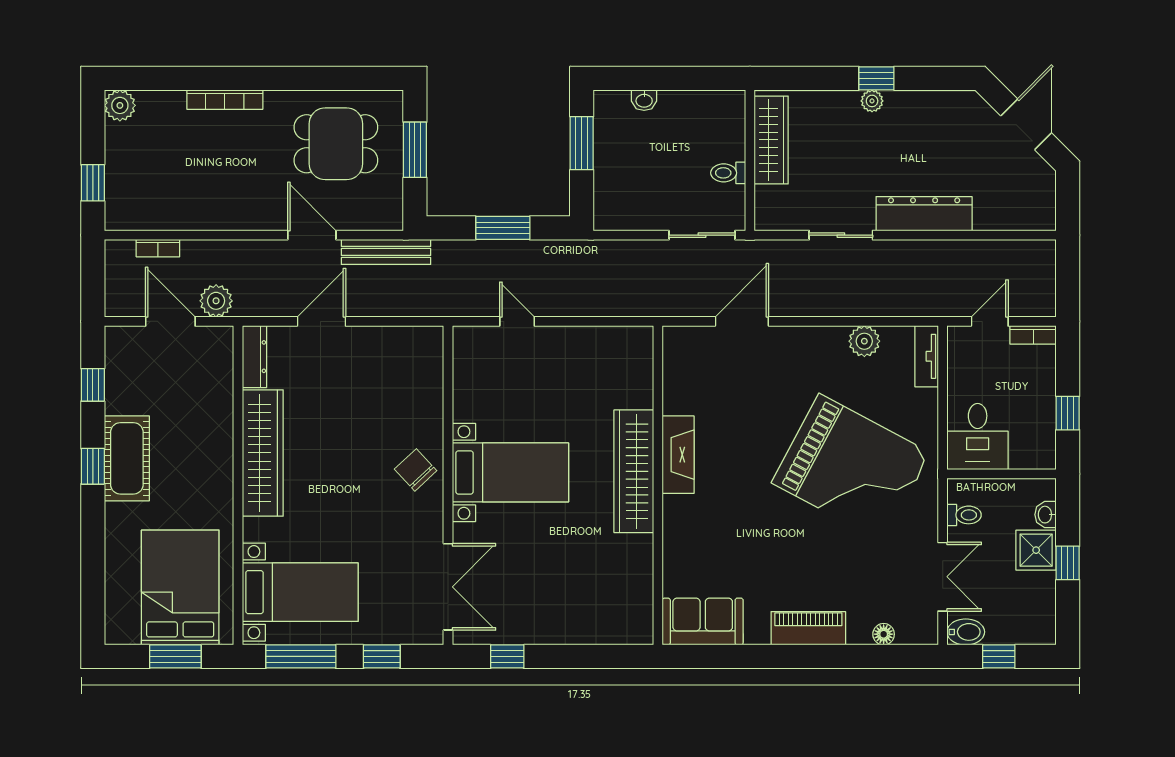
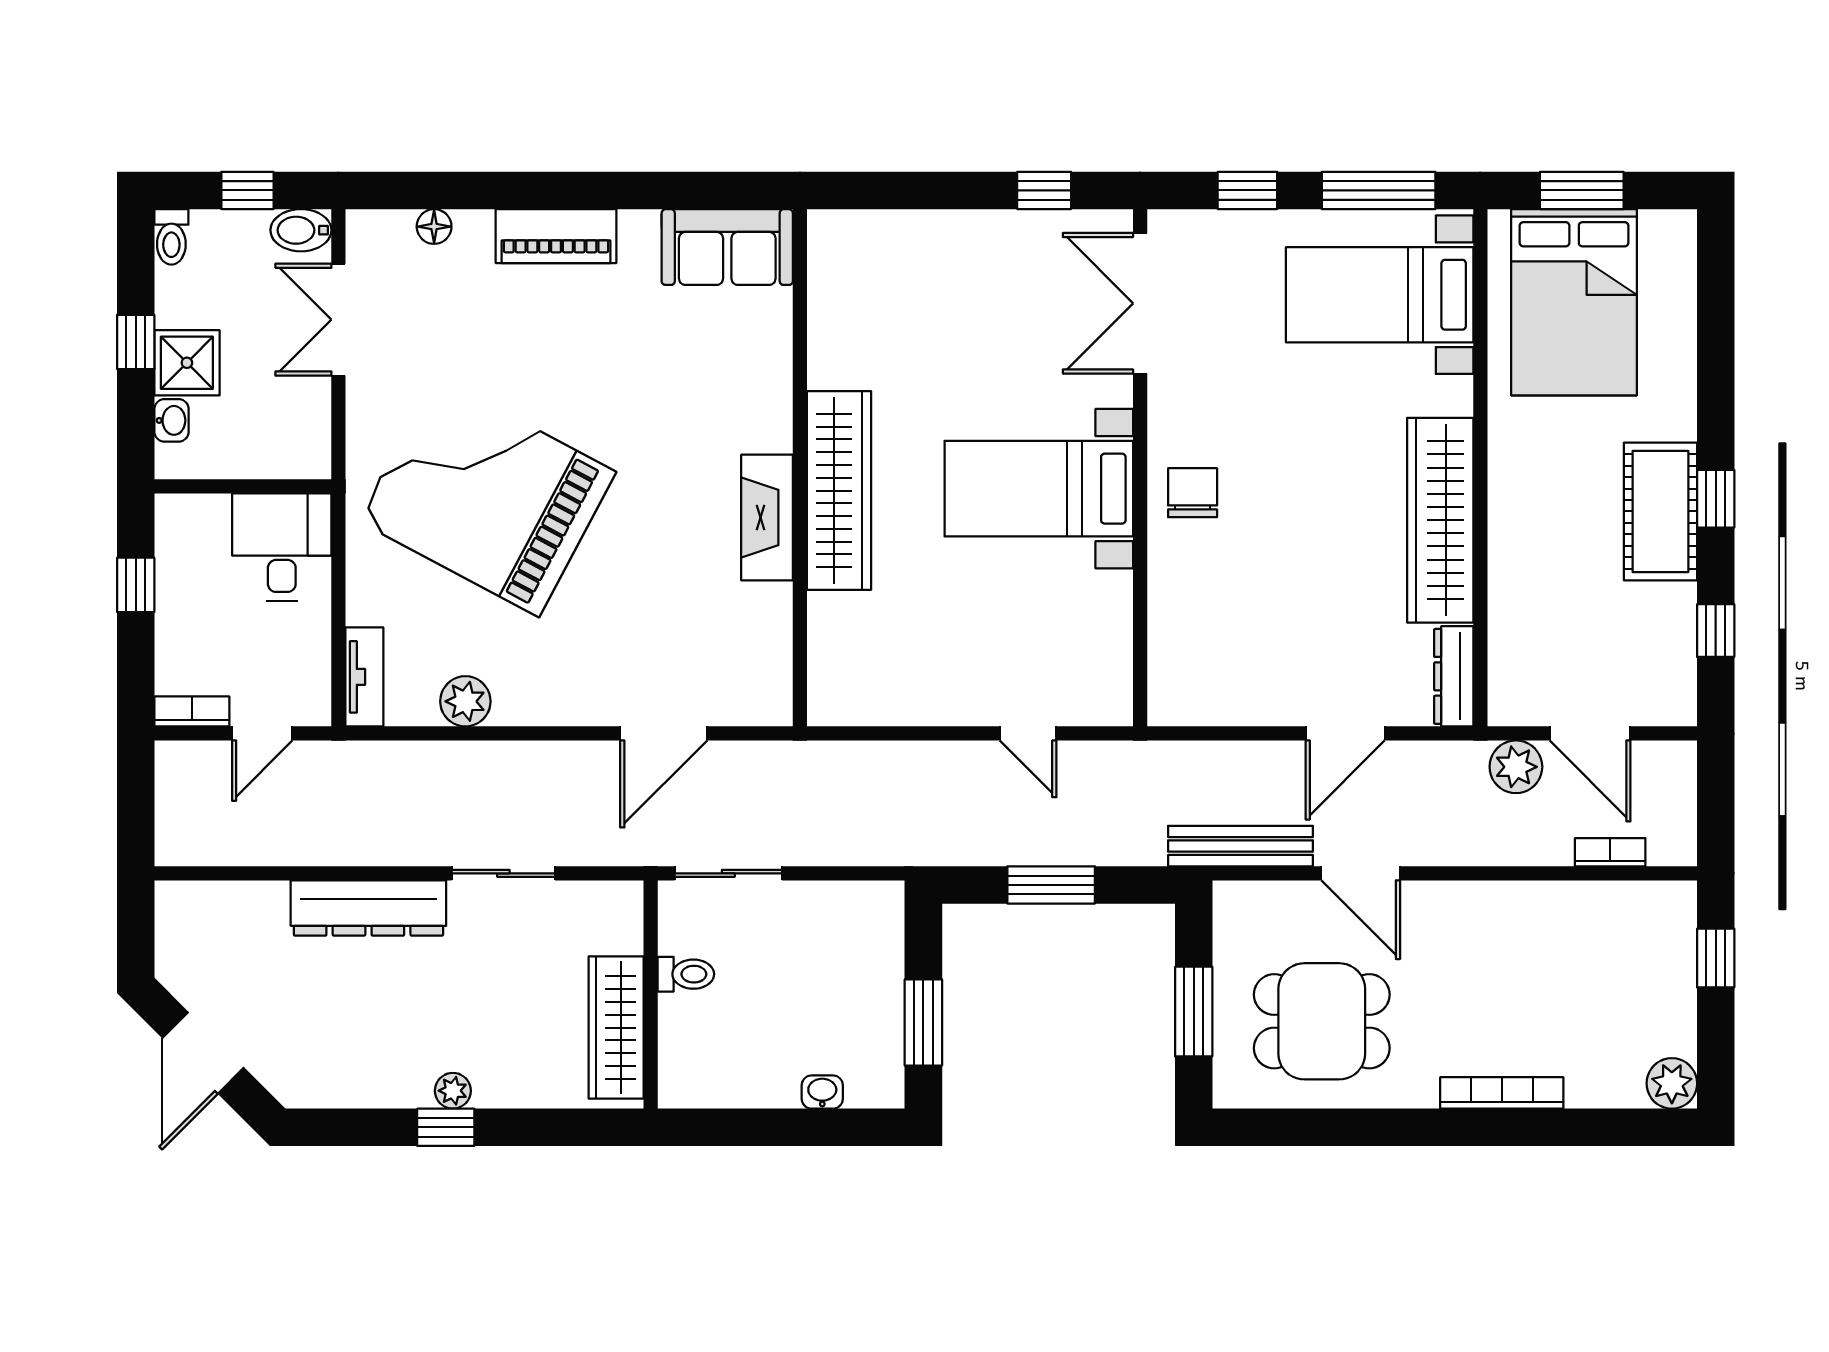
chair: (416, 470) -> (1193, 493), turned -137
toilet: (964, 515) -> (171, 237), moved, turned -90

